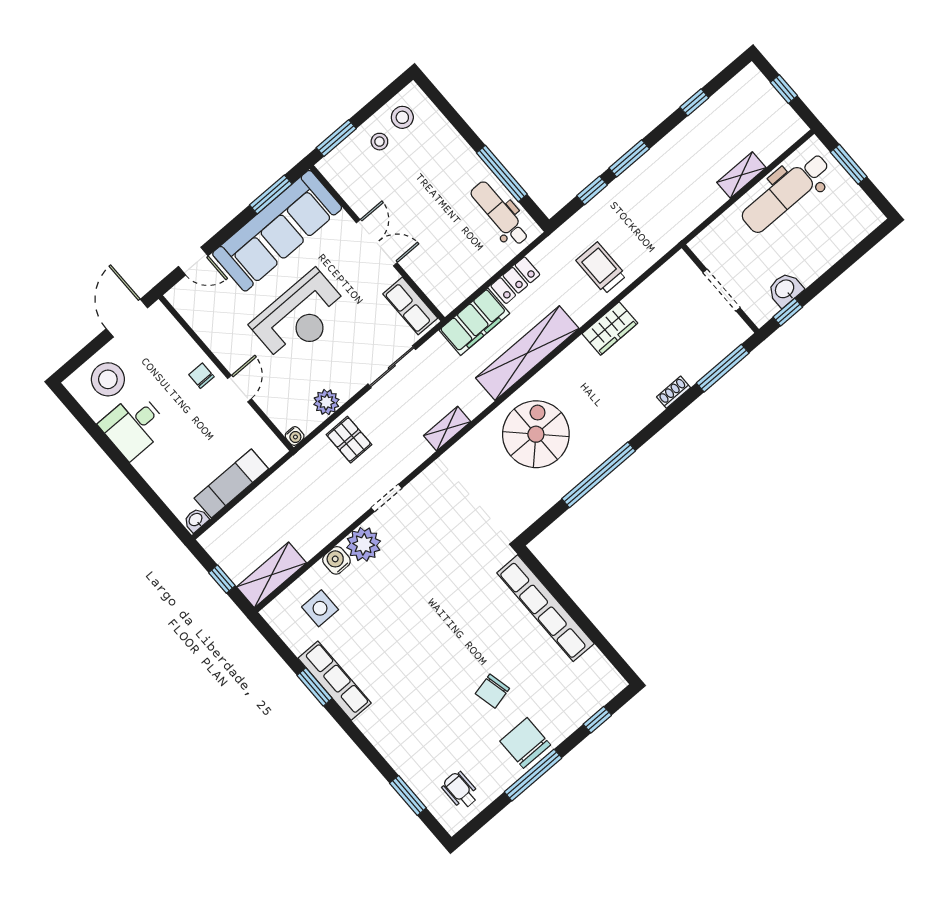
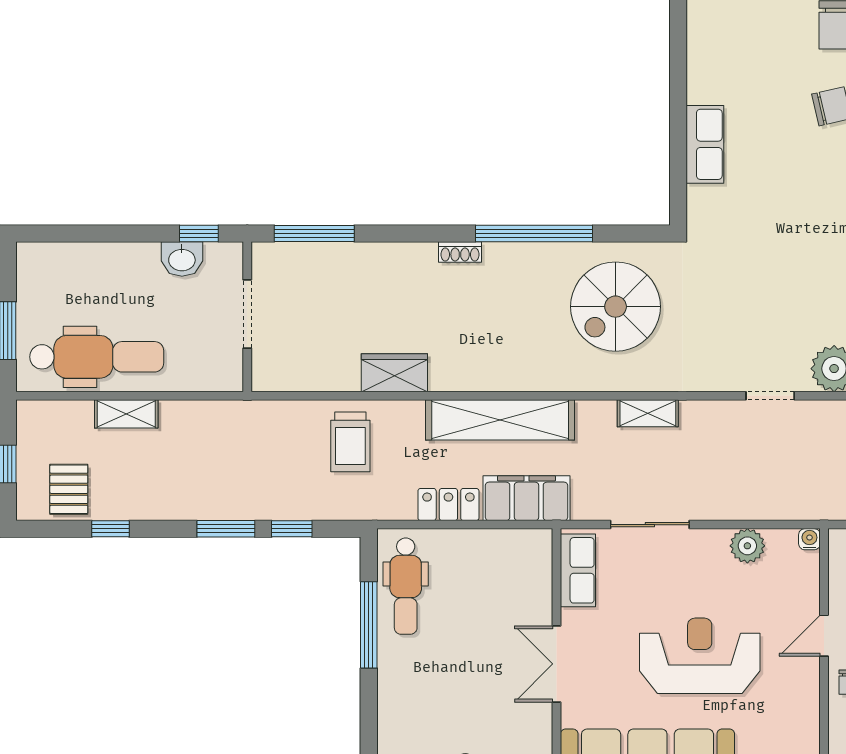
shoe rack: (674, 392) -> (460, 252), moved
spiral stairs: (536, 434) -> (616, 307), moved
pallet: (349, 440) -> (69, 489), moved
row of seats: (545, 608) -> (705, 144), width x0.50

